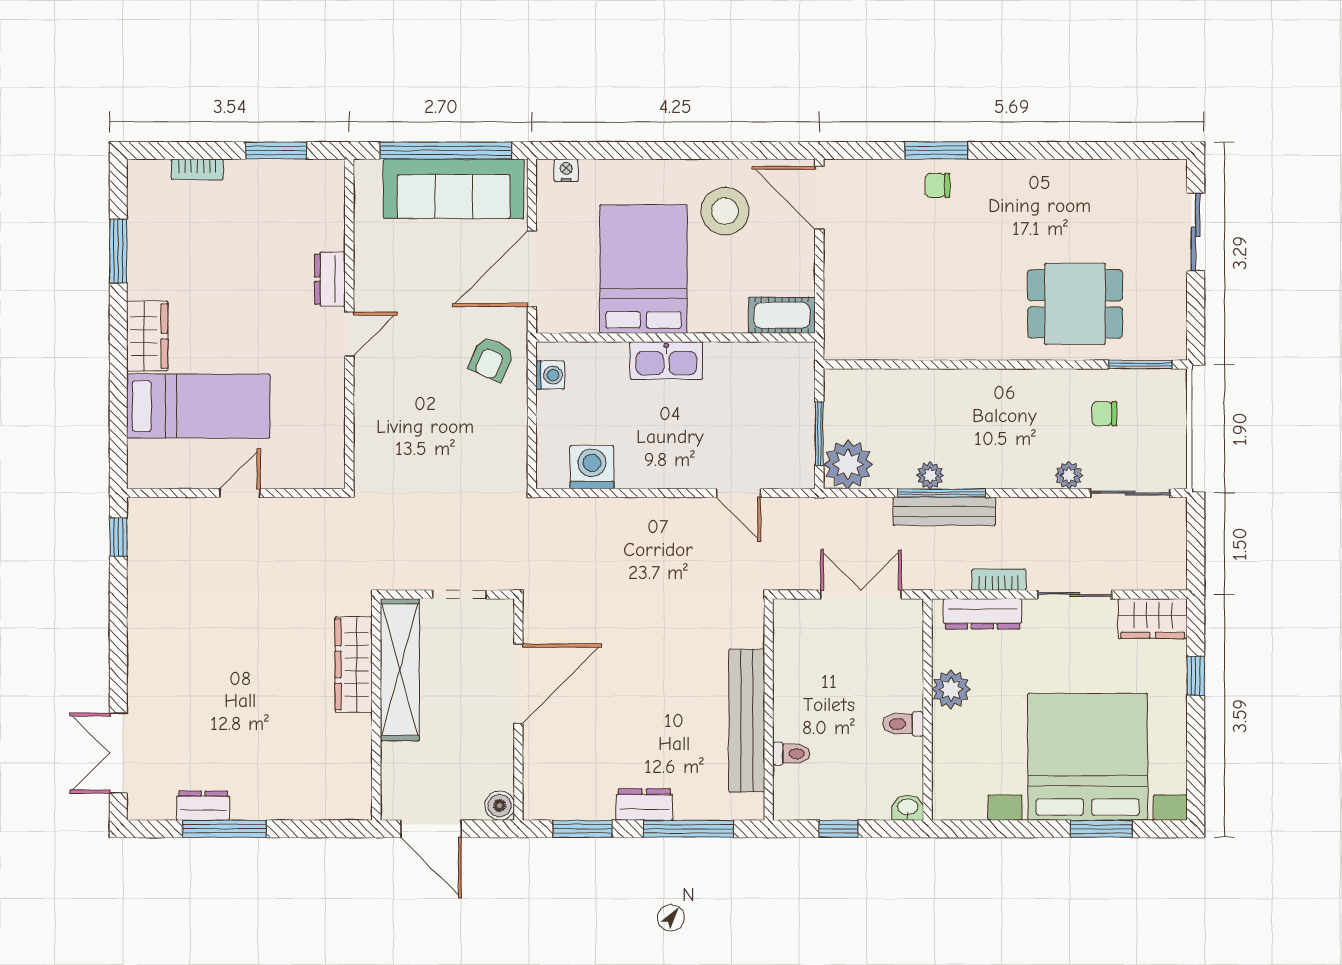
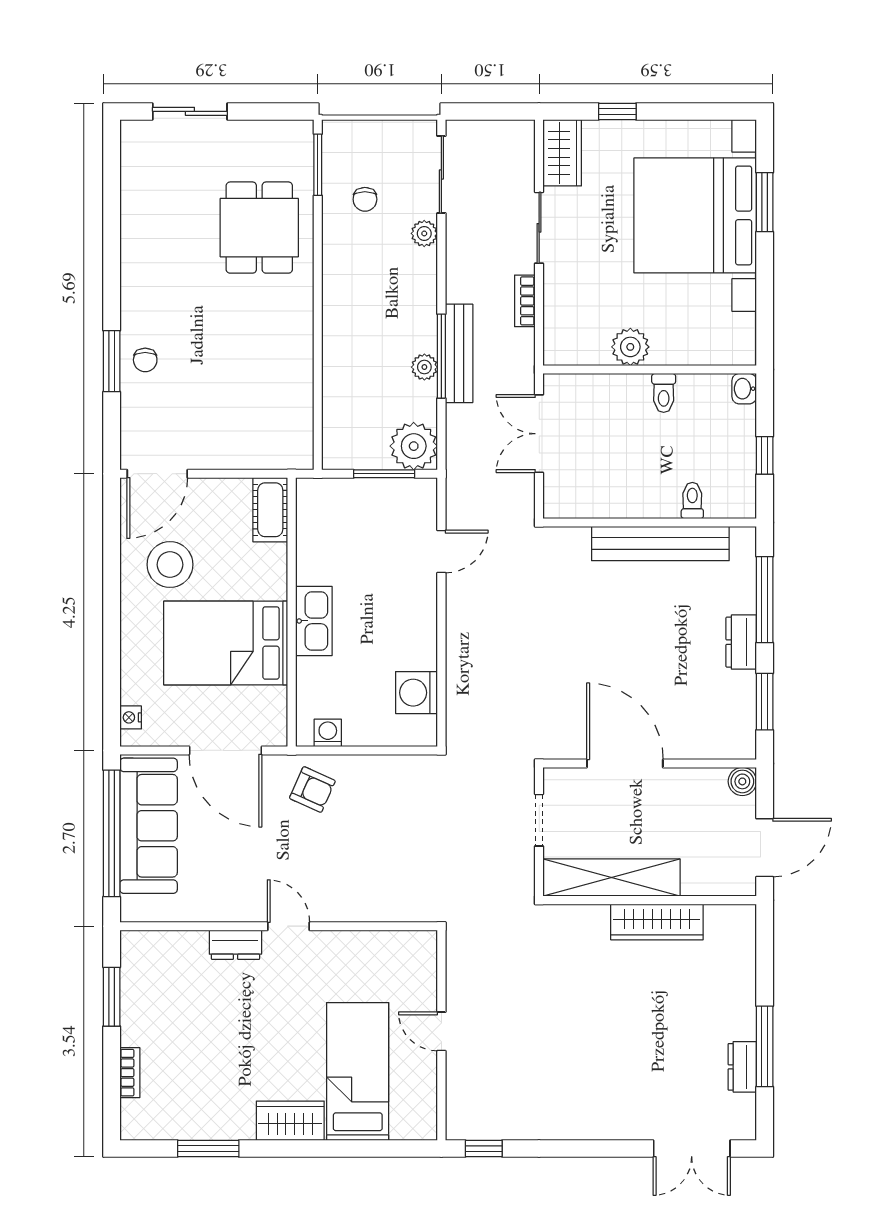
dresser: (982, 614) -> (558, 317), removed
wardrobe: (354, 664) -> (657, 922), moved

